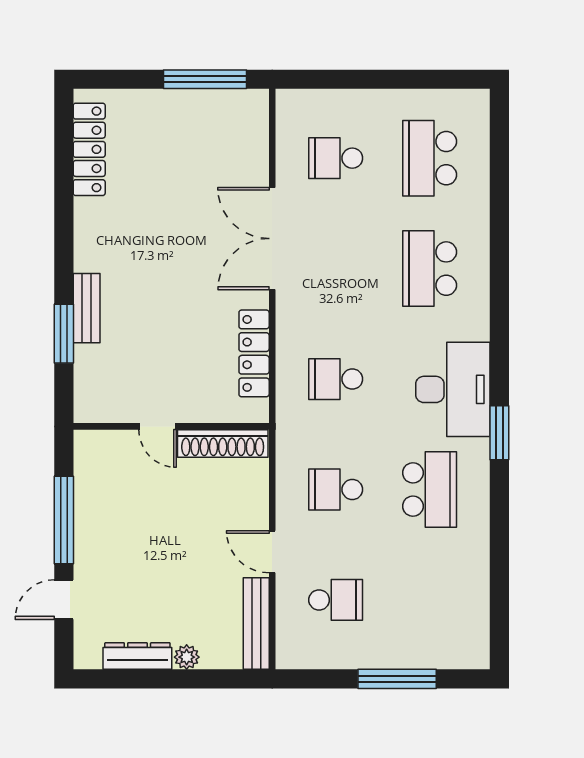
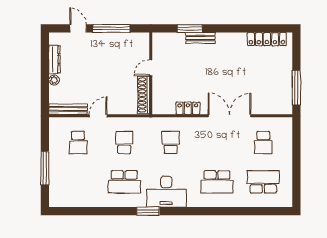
school desk: (336, 158) -> (263, 142), turned 180
school desk: (430, 269) -> (217, 182), turned 180
locker: (254, 353) -> (188, 108), width x0.66

